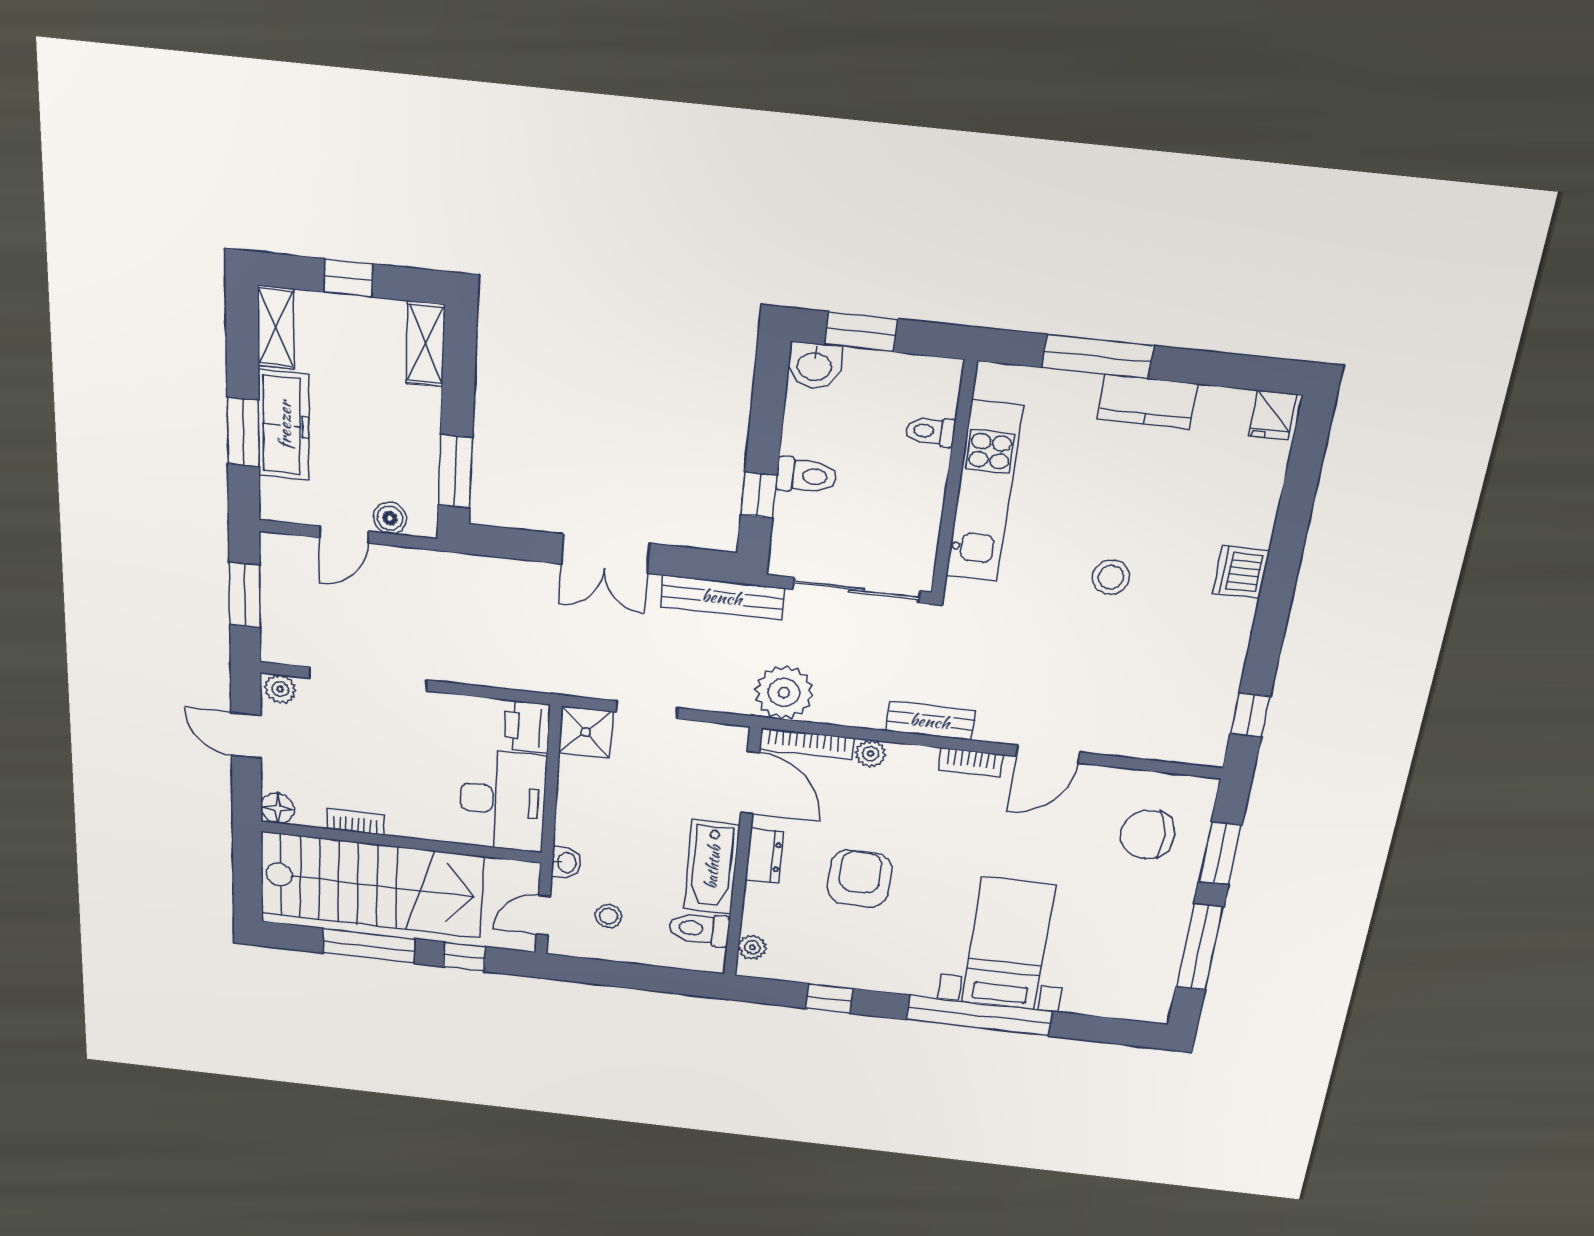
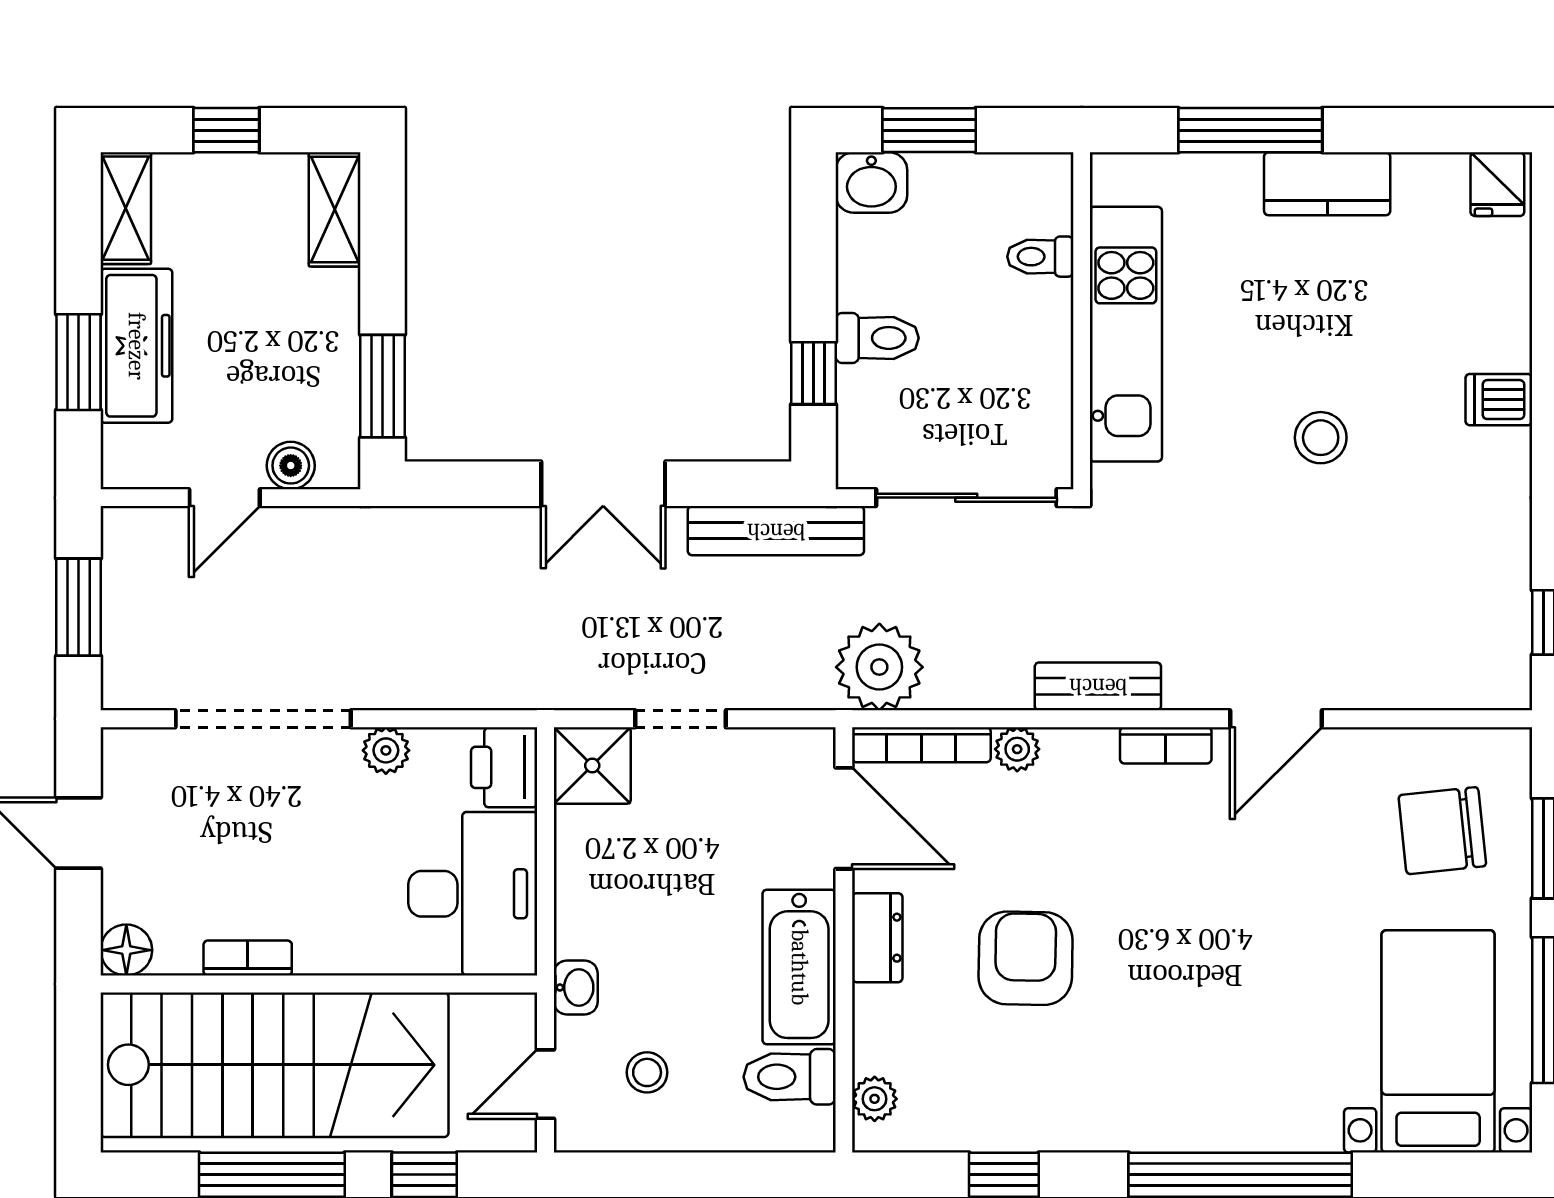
dishwasher: (1241, 572) -> (1499, 400), width x0.73
plant: (280, 689) -> (386, 750), moved
bed with nightstands: (1008, 944) -> (1438, 1041), moved

